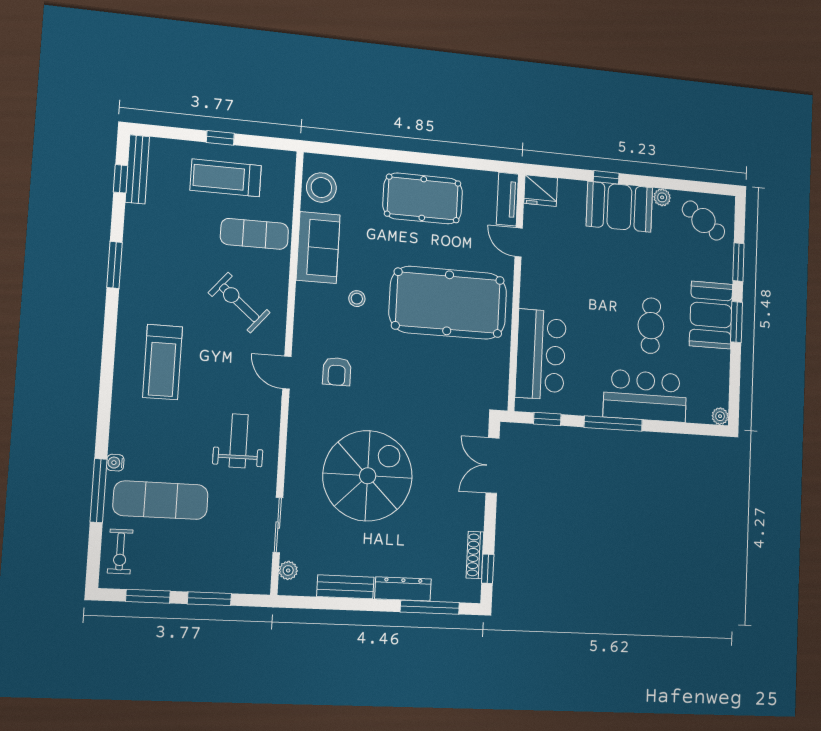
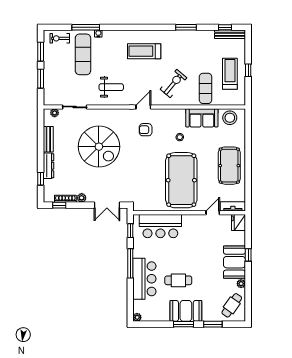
double door: (493, 465) -> (107, 205), swing flipped
plant: (475, 520) -> (82, 198), added
window: (430, 607) -> (41, 179), width x0.46

